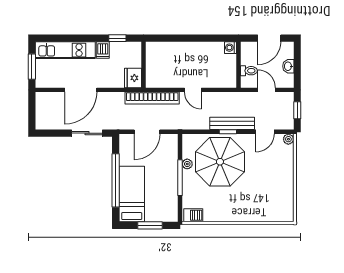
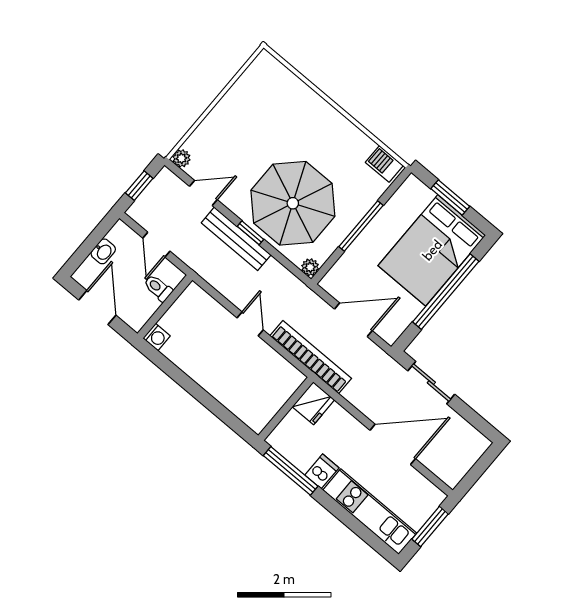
window: (117, 38) -> (291, 471), width x2.17
door: (269, 38) -> (97, 308), hinge flipped
plant: (187, 164) -> (310, 267), moved
bed: (132, 194) -> (432, 250), width x1.50

